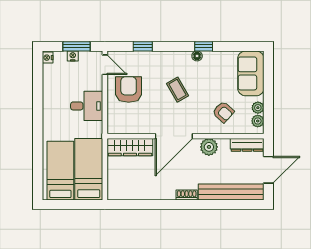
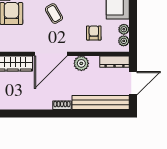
armchair: (223, 112) -> (94, 33), turned -132

